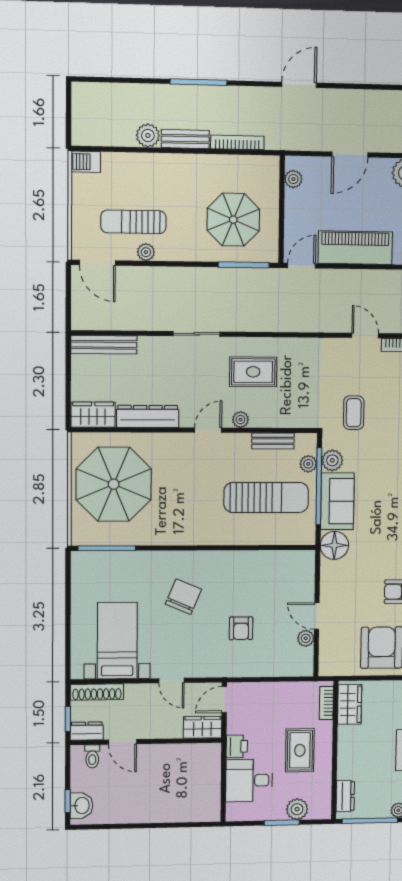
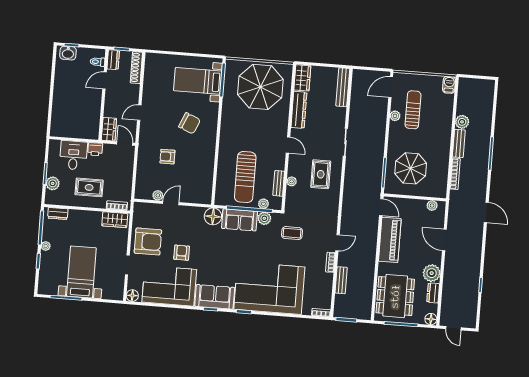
plant: (240, 420) -> (292, 181), moved
bed with nightstands: (117, 641) -> (198, 81), moved, turned 180

